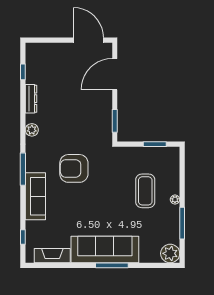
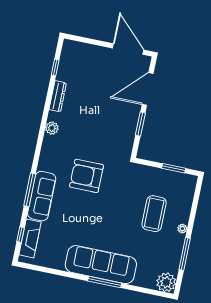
window: (115, 121) -> (140, 124), moved
window: (23, 169) -> (30, 190), moved
fireplace: (52, 256) -> (30, 238), moved, turned 90

